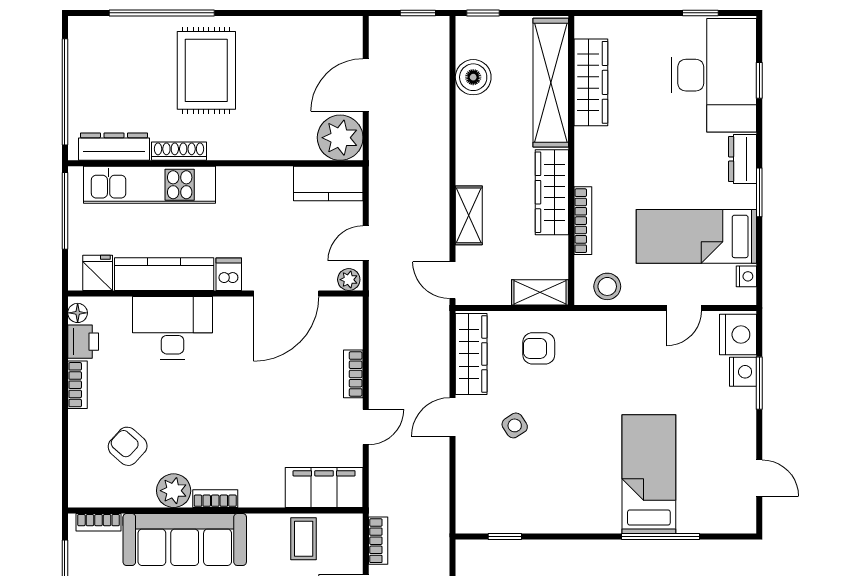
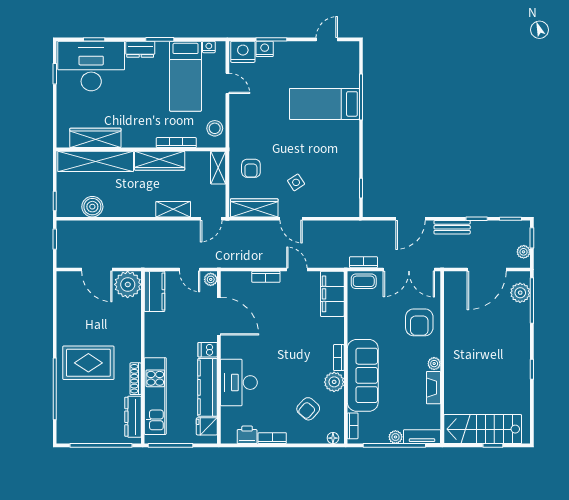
floor lamp: (78, 313) -> (333, 438), moved
coffee table: (304, 539) -> (364, 281), moved

